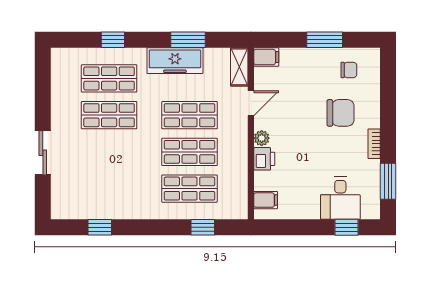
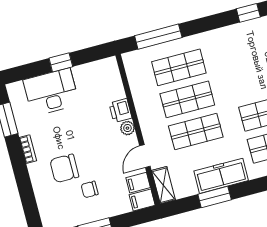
chair: (349, 70) -> (90, 189), moved
desk: (340, 198) -> (51, 92), width x1.37
filing cabinet: (266, 200) -> (138, 183), moved
window: (203, 227) -> (158, 37), width x2.17
window: (346, 227) -> (61, 62), moved

